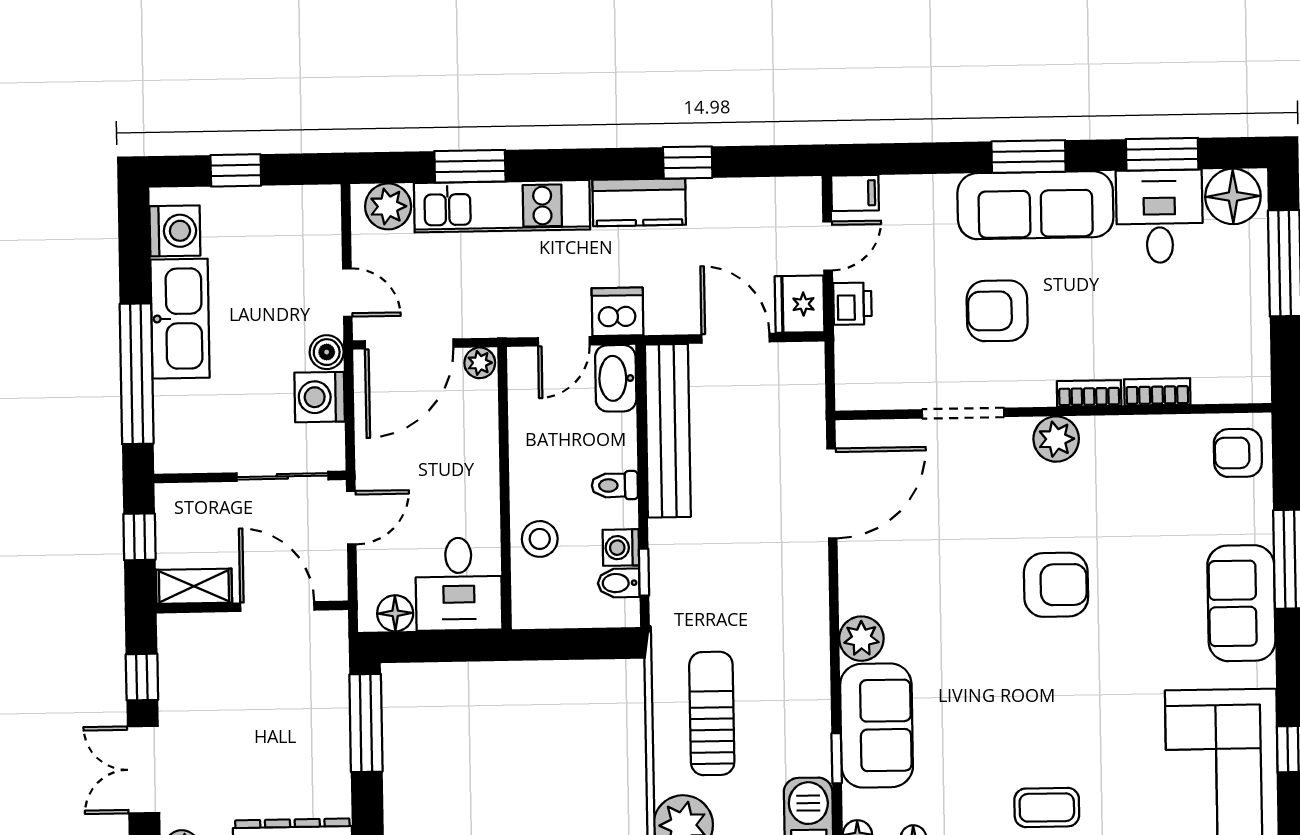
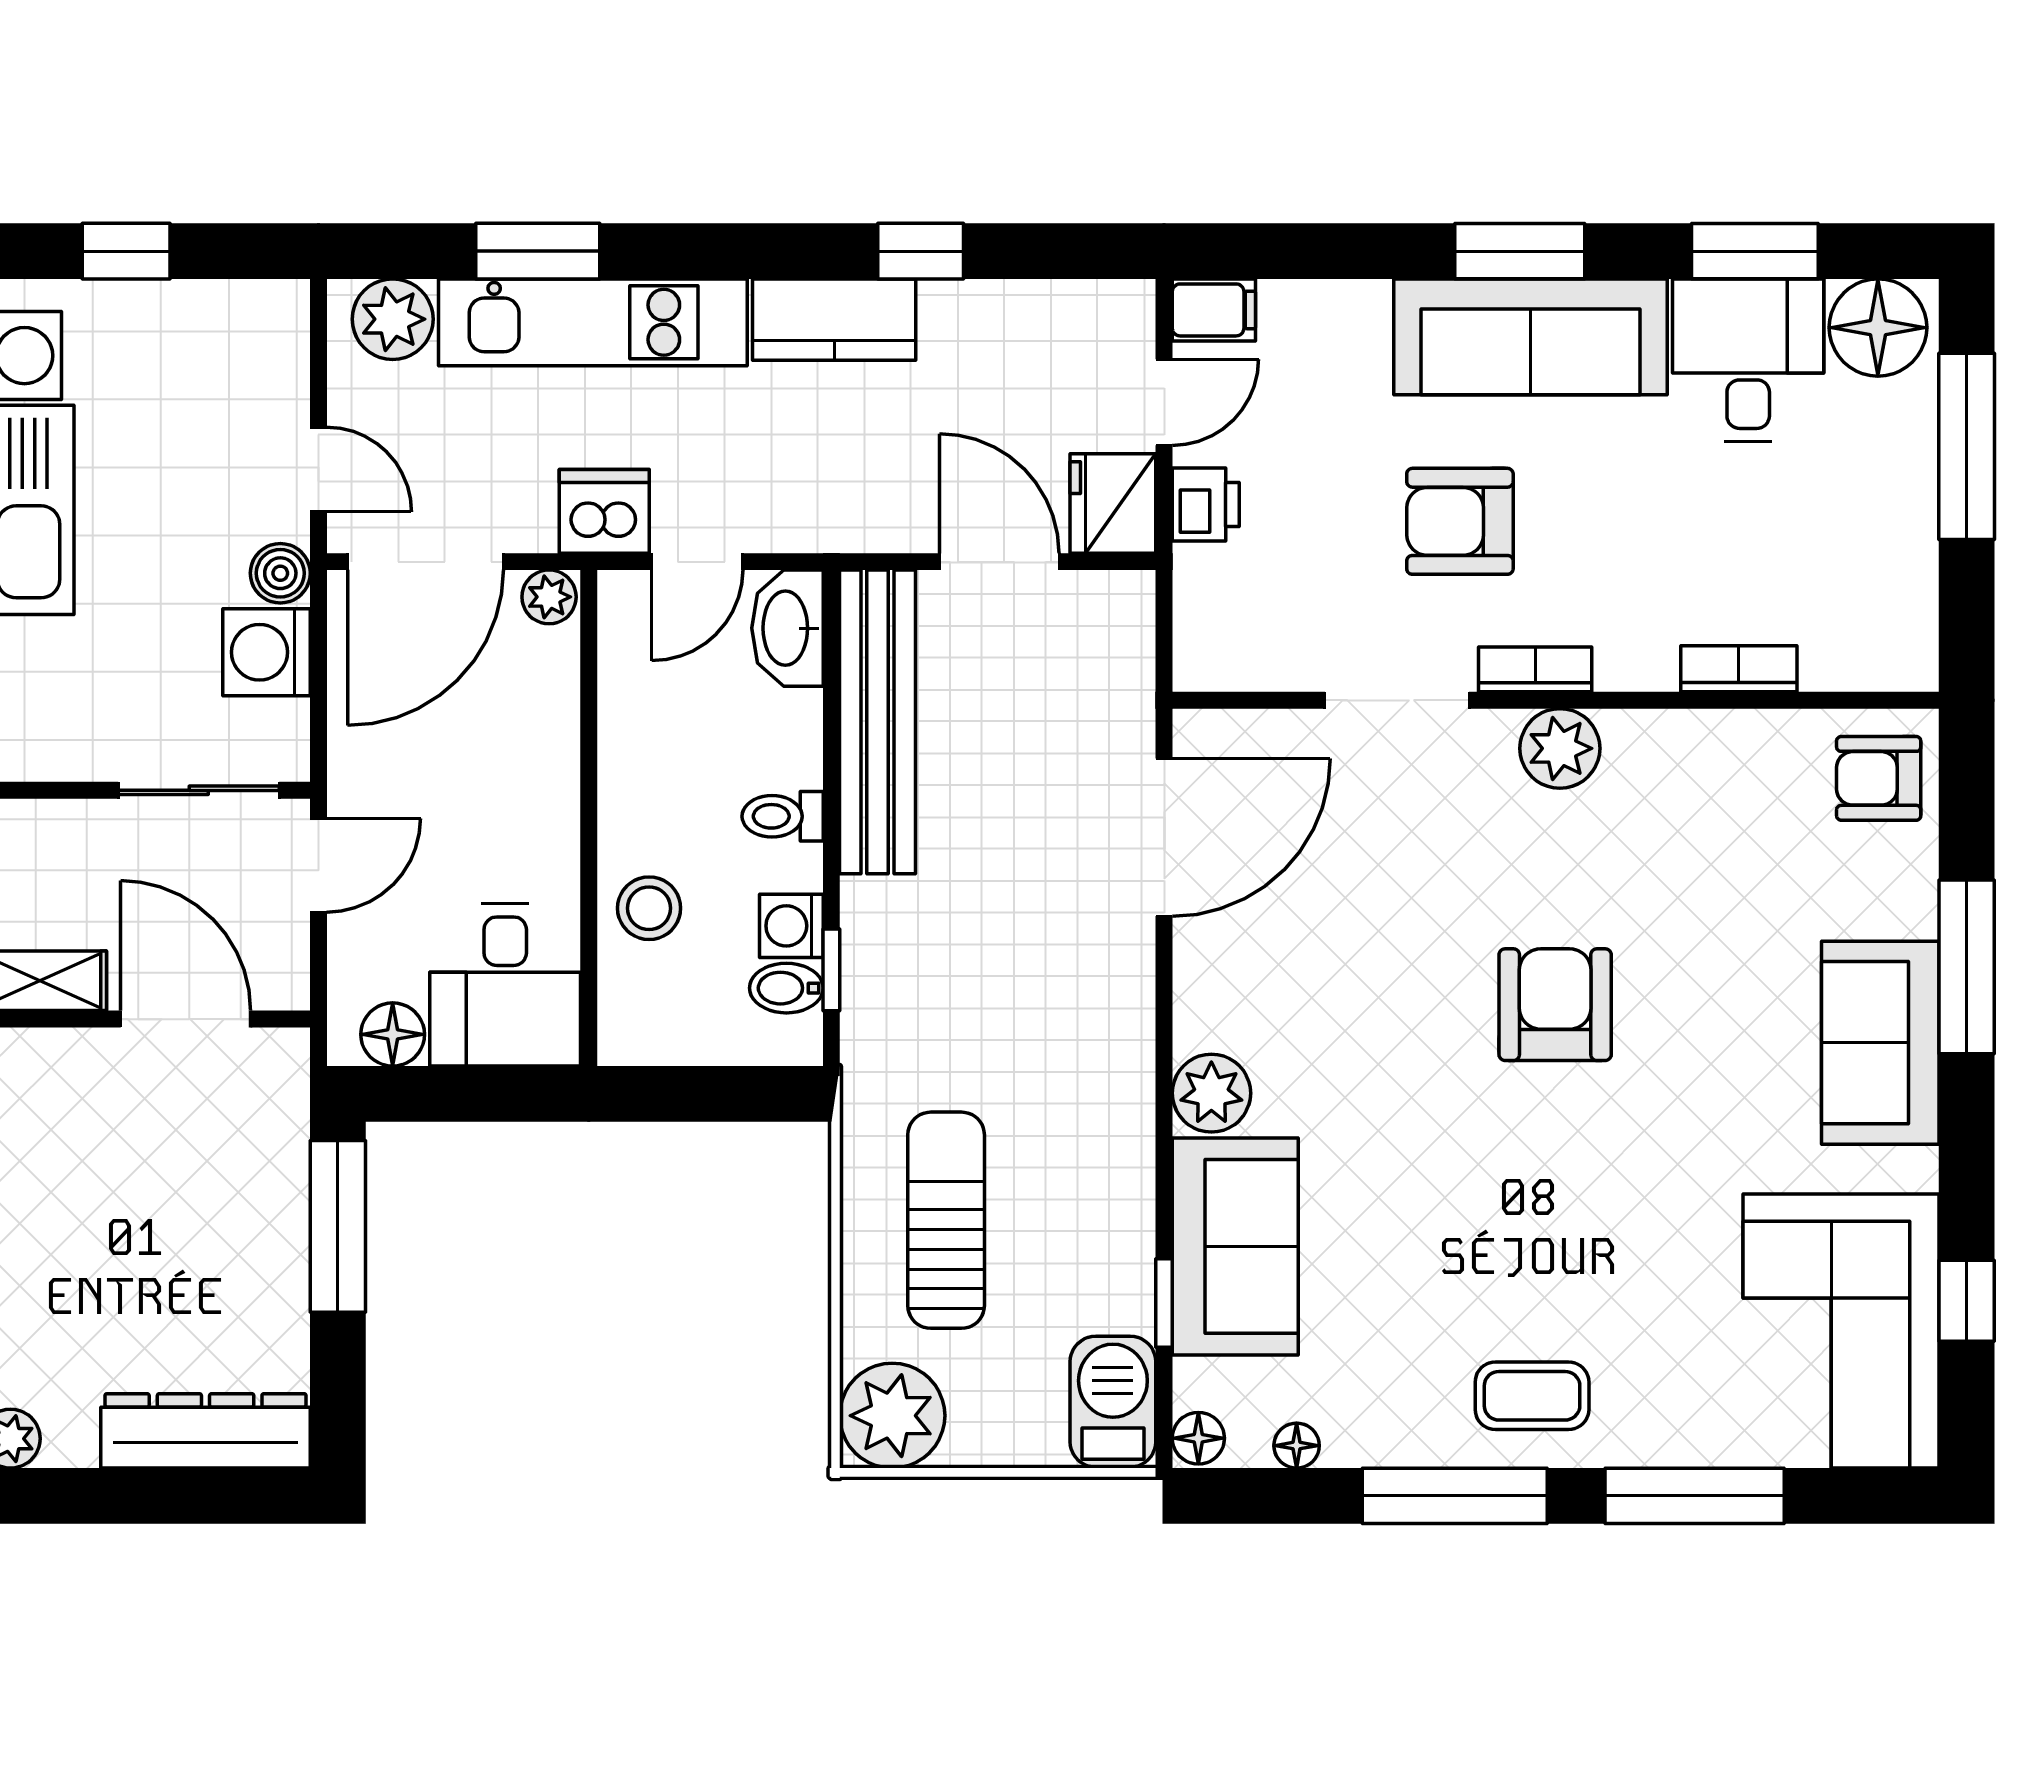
dishwasher: (618, 312) -> (604, 511), moved
bookcase: (1089, 393) -> (1535, 669), moved
armchair: (1056, 585) -> (1555, 1005), turned -90

